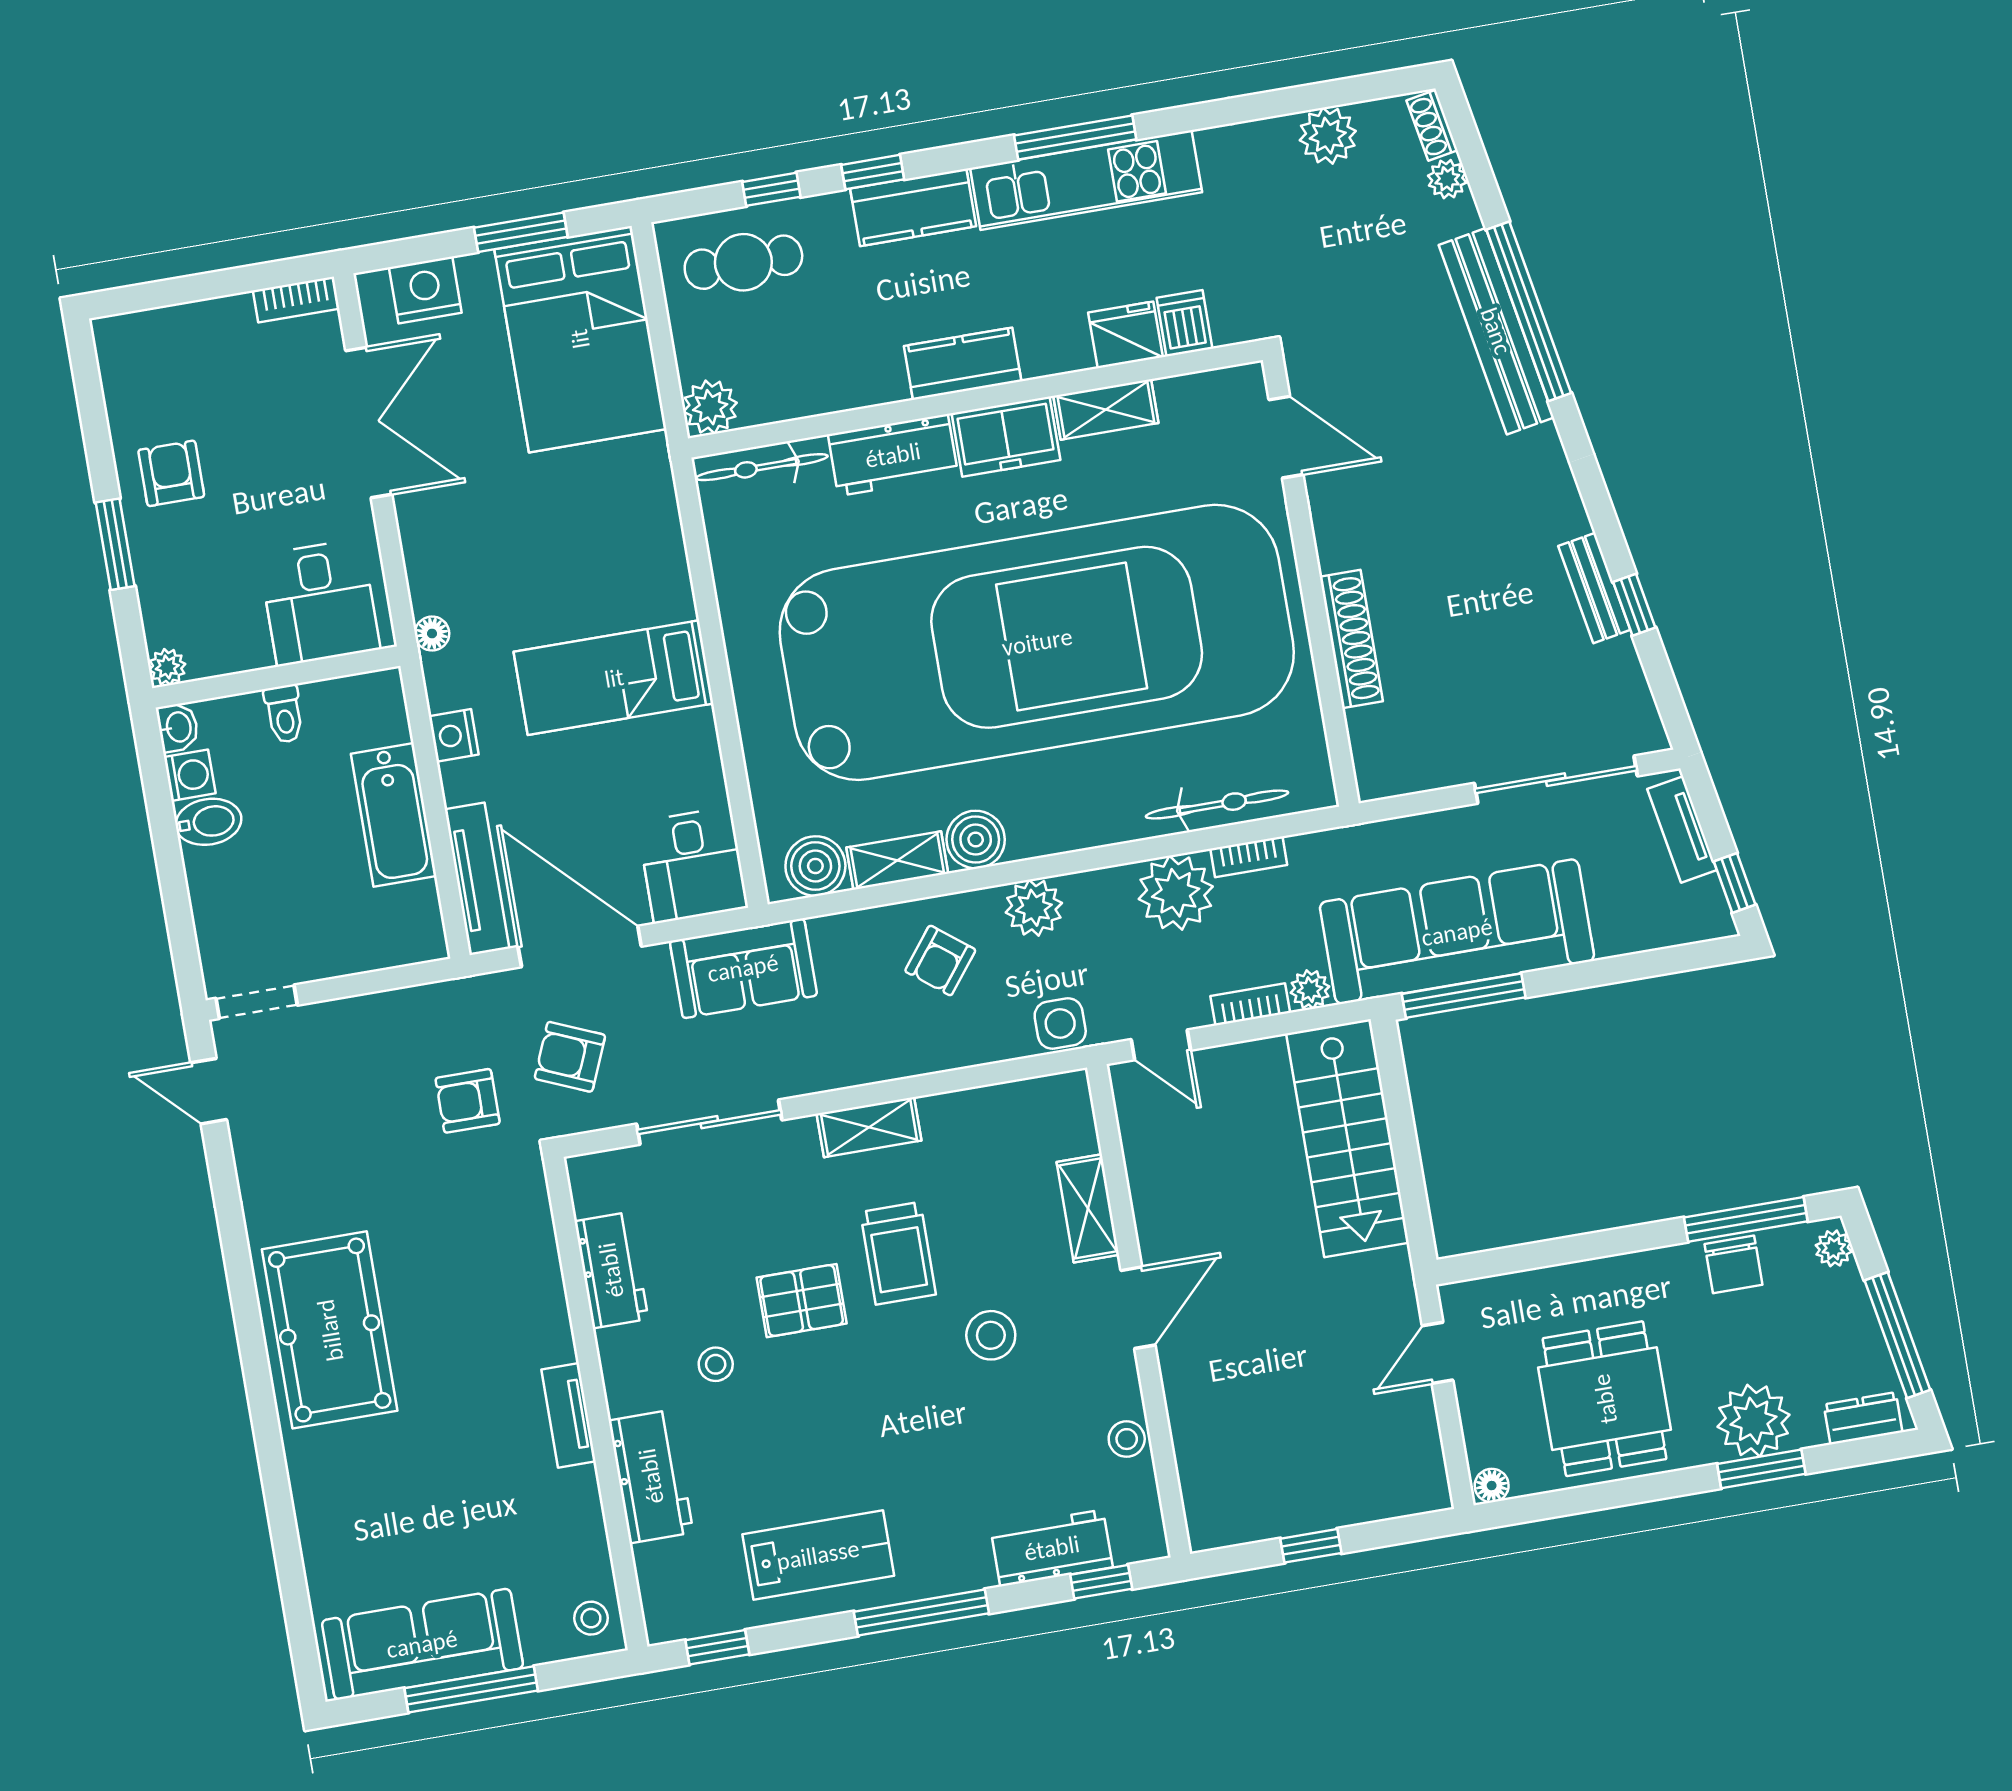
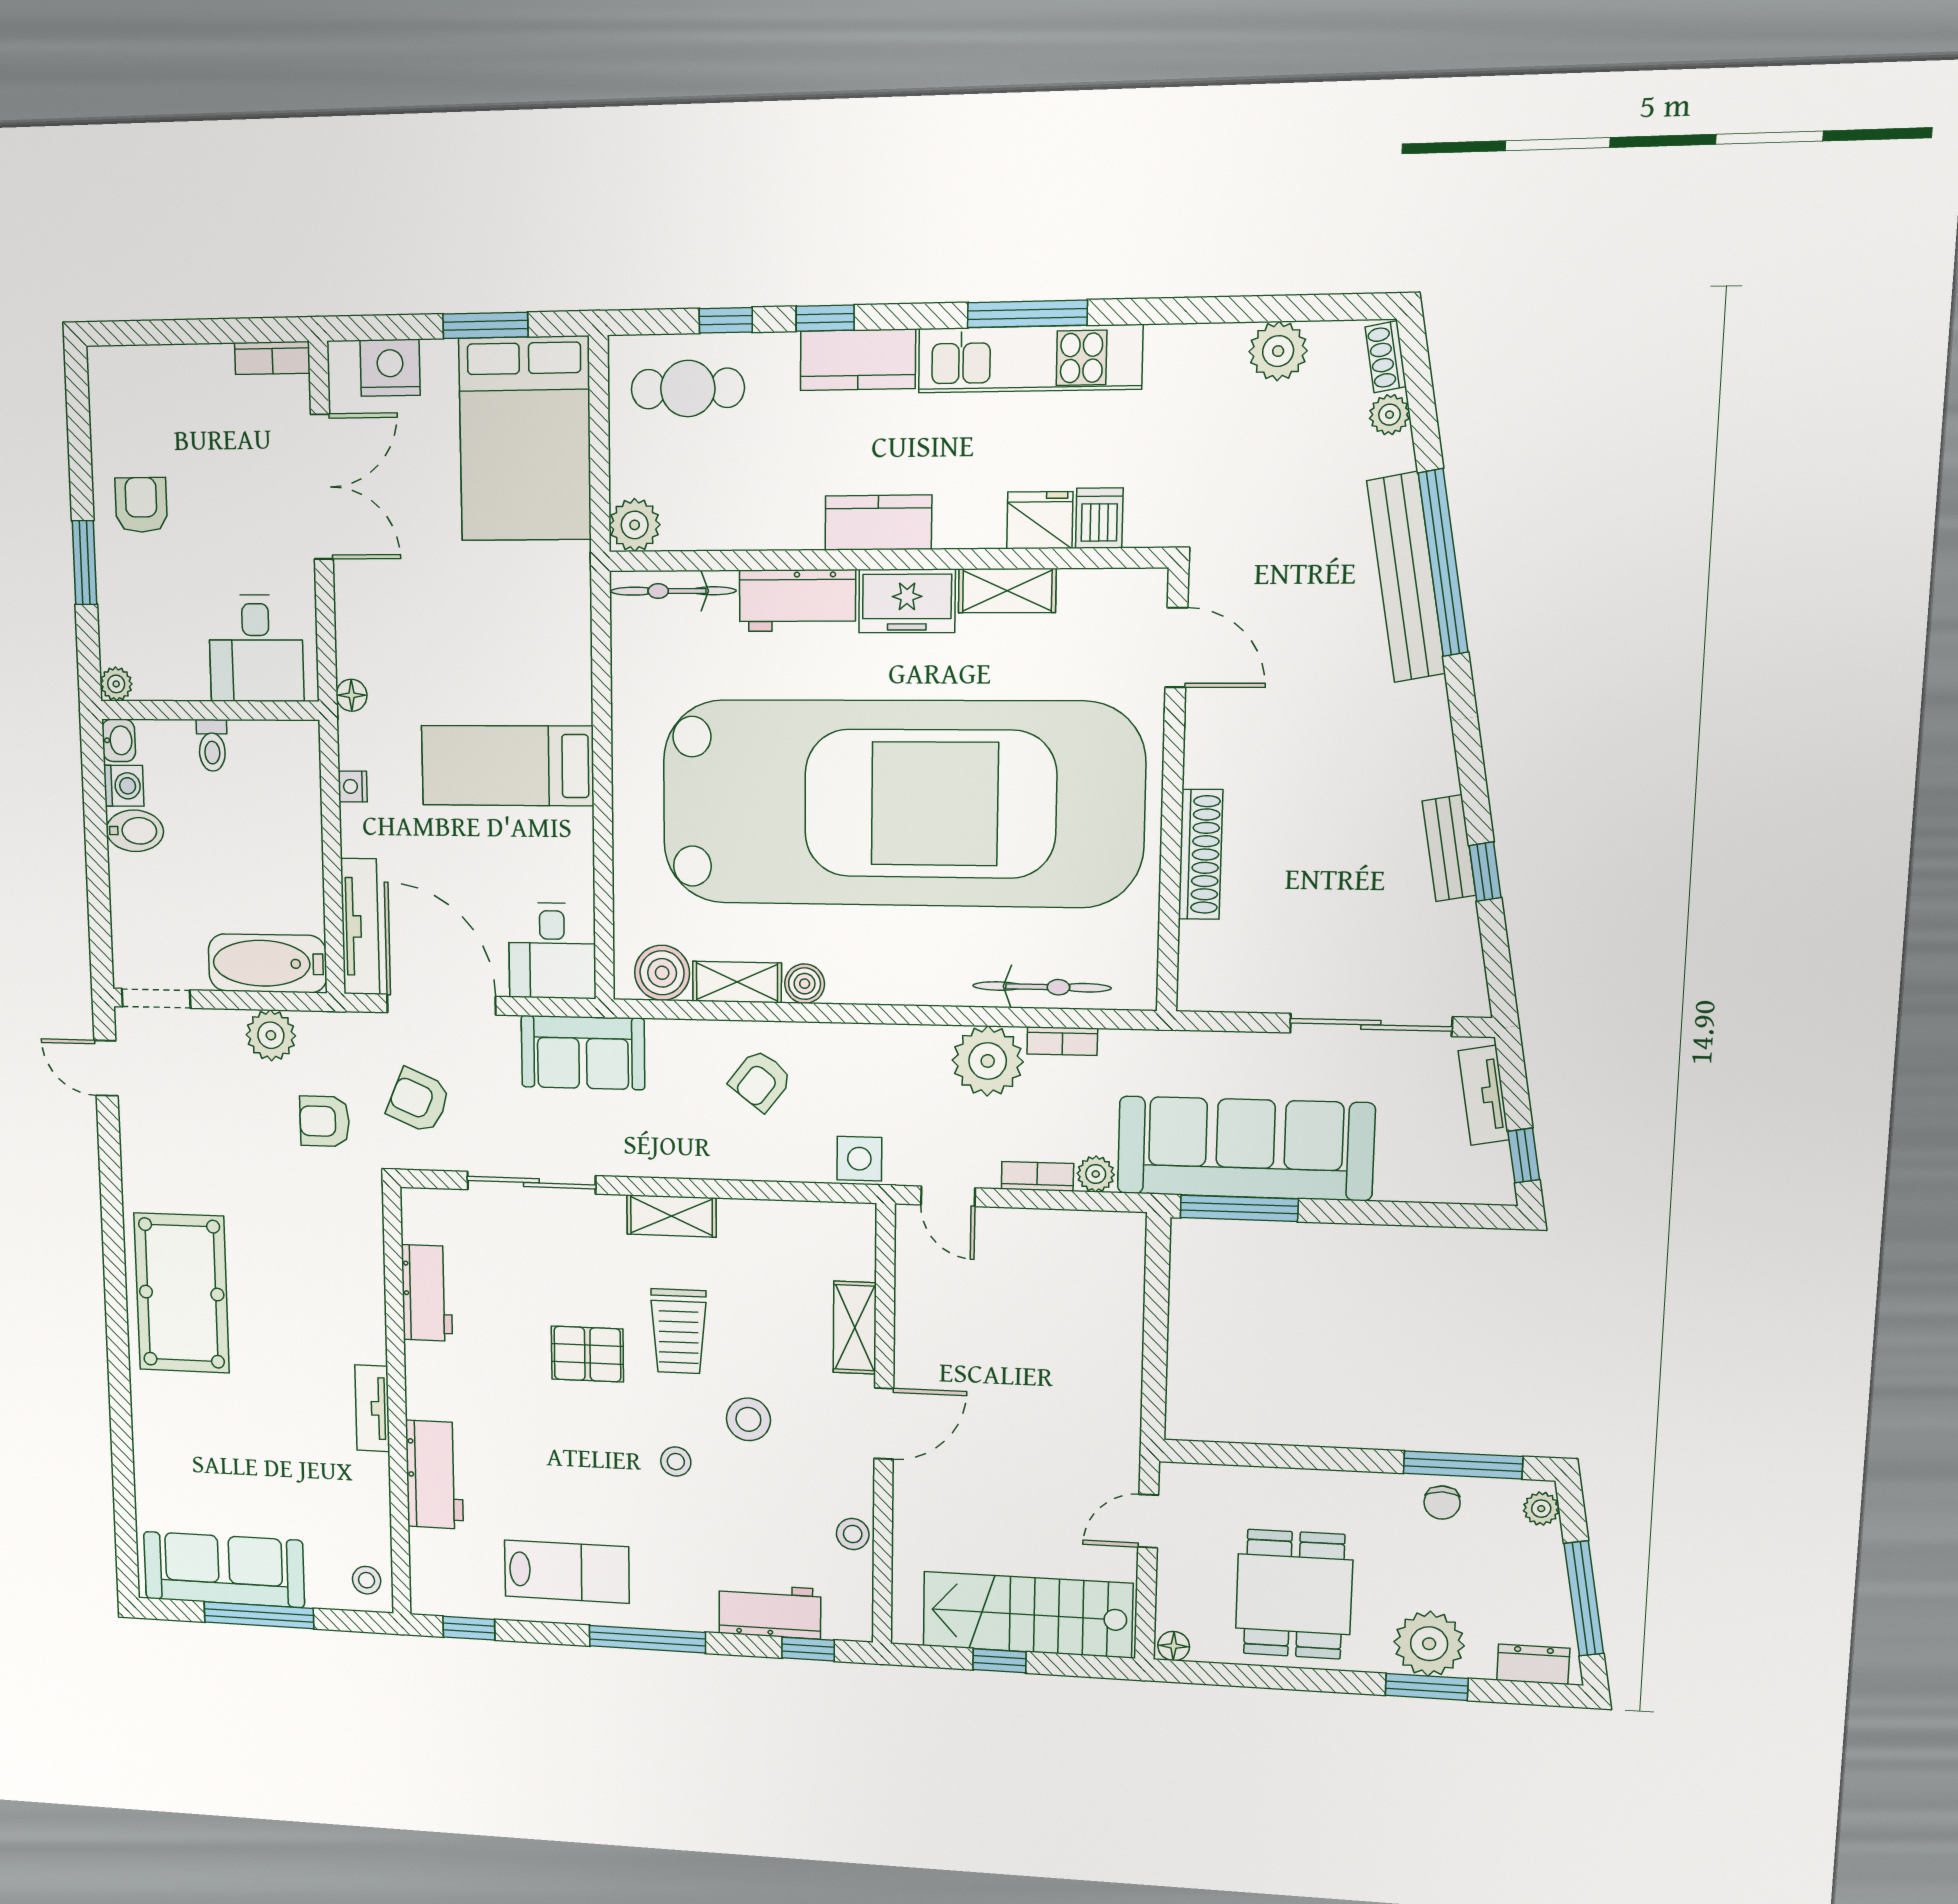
nightstand: (454, 735) -> (353, 786), width x0.72, depth x0.74
bathtub: (394, 815) -> (267, 963), moved, turned 90
boiler: (976, 840) -> (805, 984), width x0.73, depth x0.73
plant: (1034, 908) -> (271, 1035), moved
stairs: (1347, 1138) -> (1027, 1615), moved, turned 90
chair: (1734, 1264) -> (1442, 1503), width x0.73, depth x0.73
stool: (716, 1364) -> (676, 1462), moved

